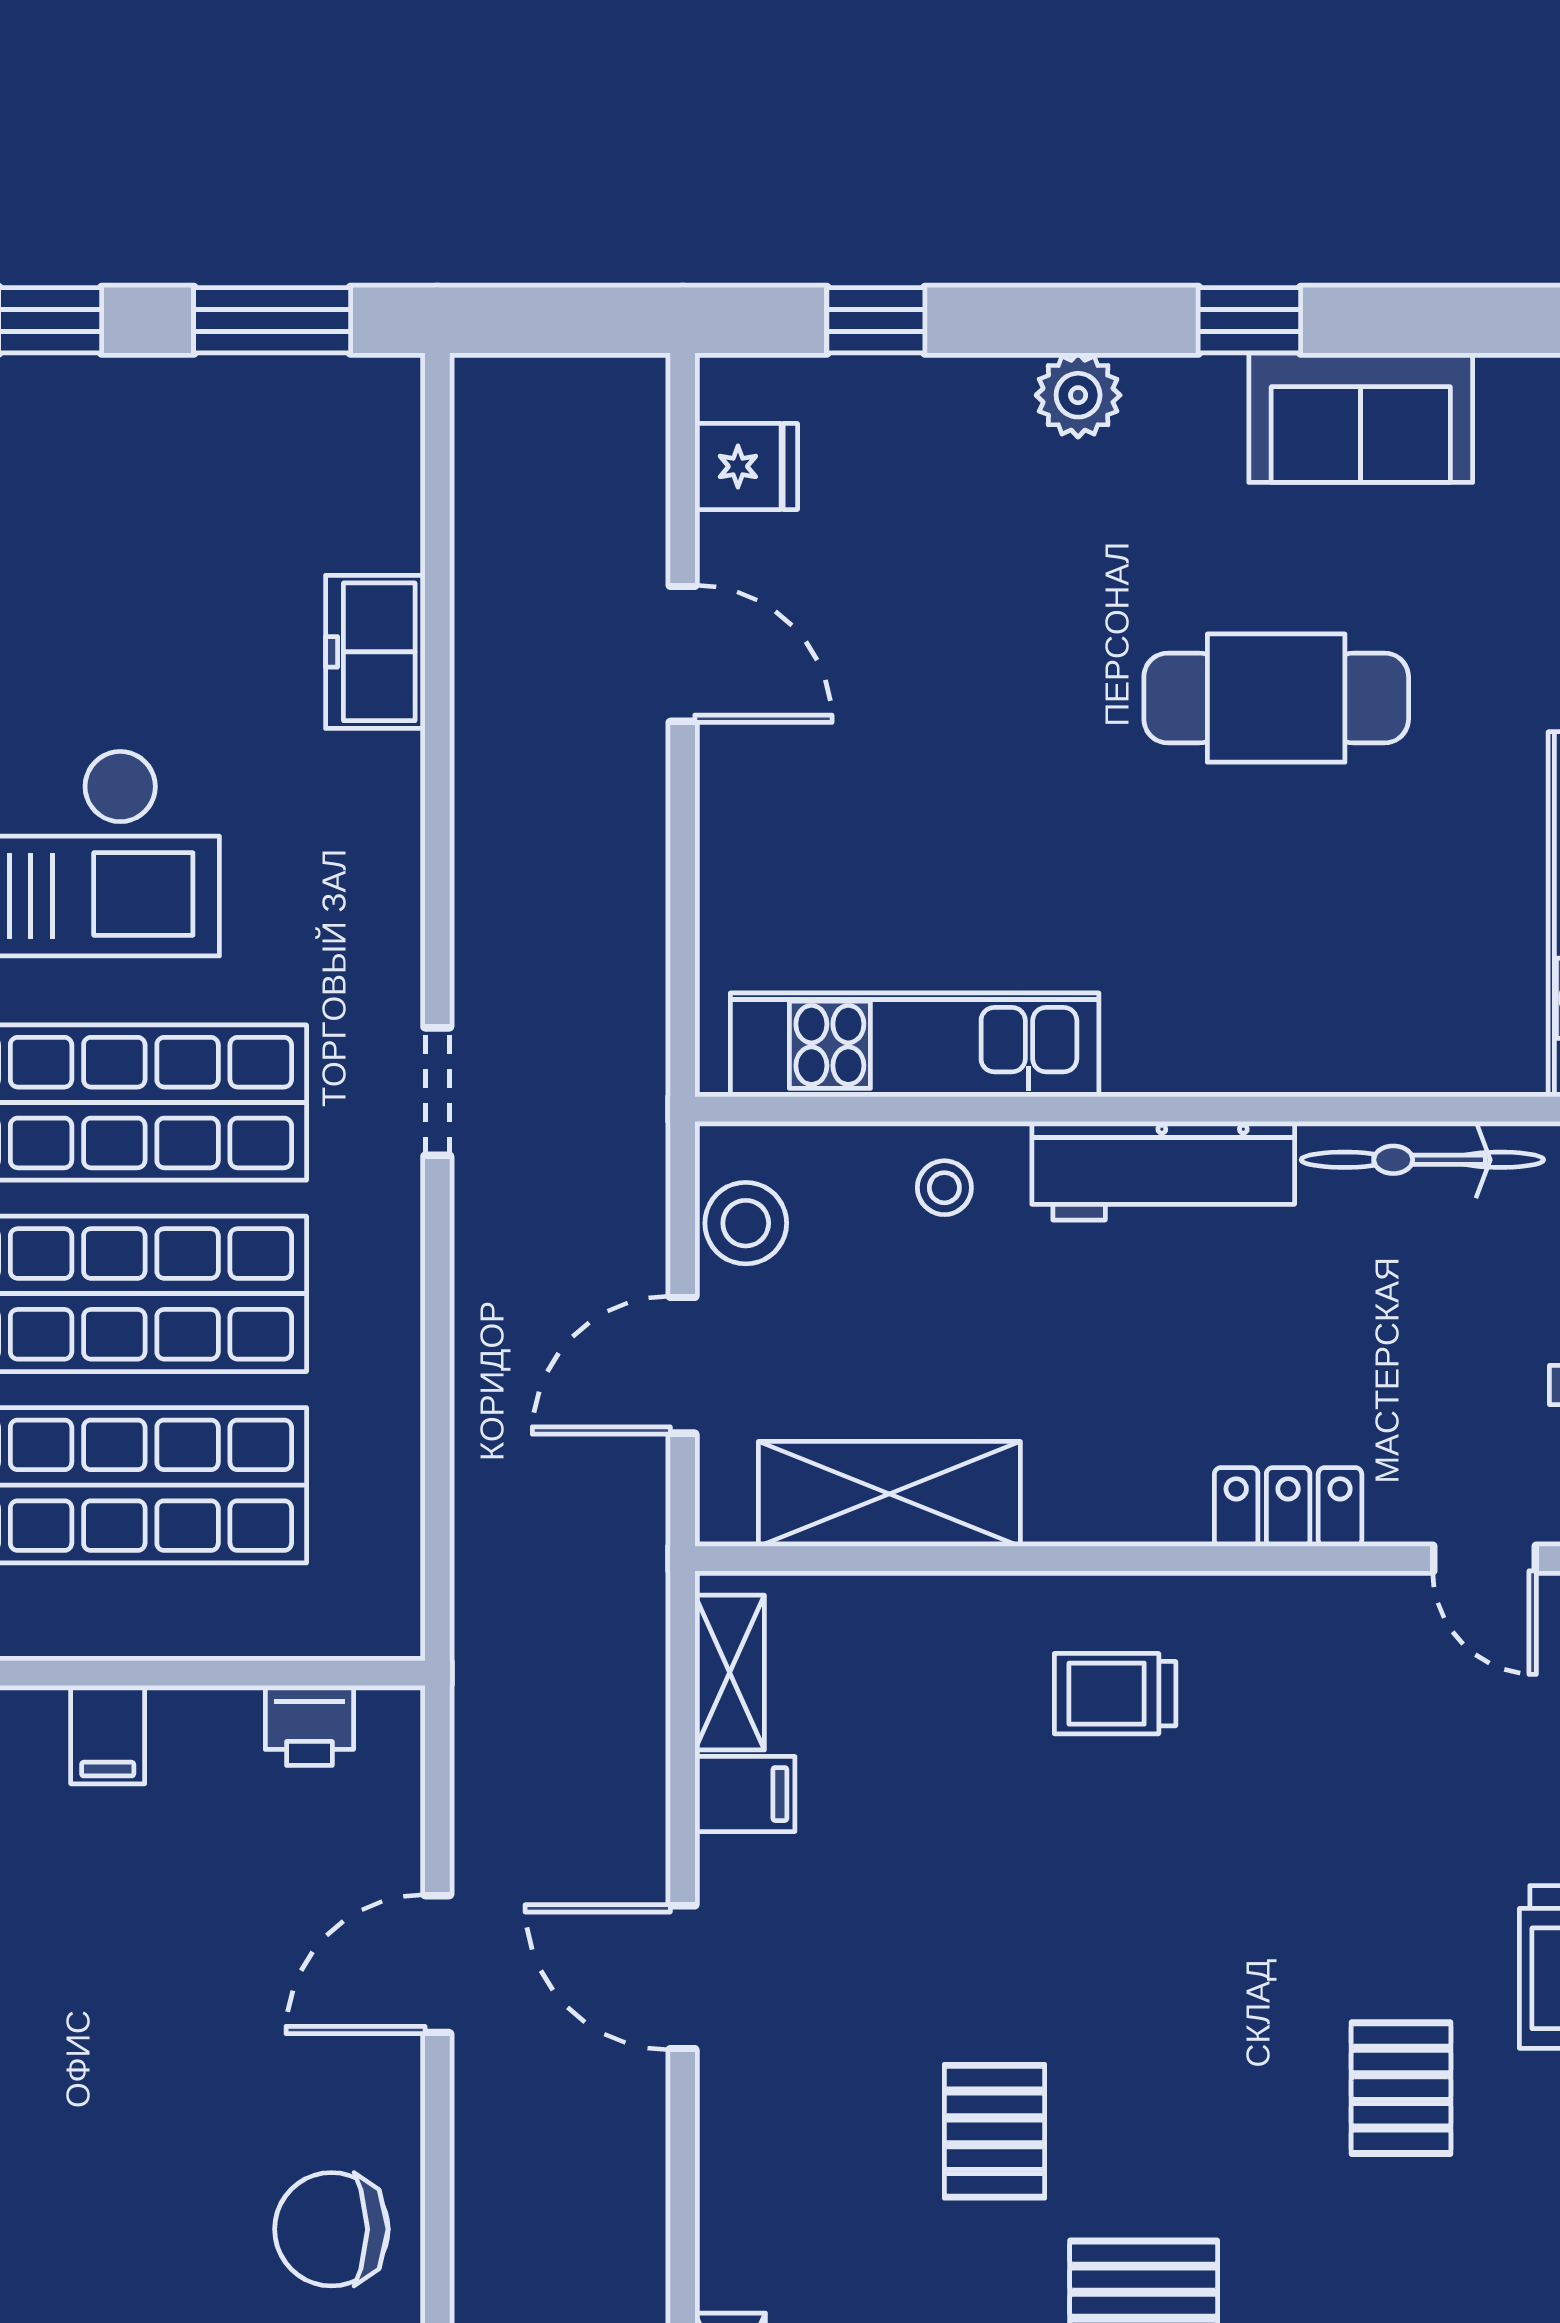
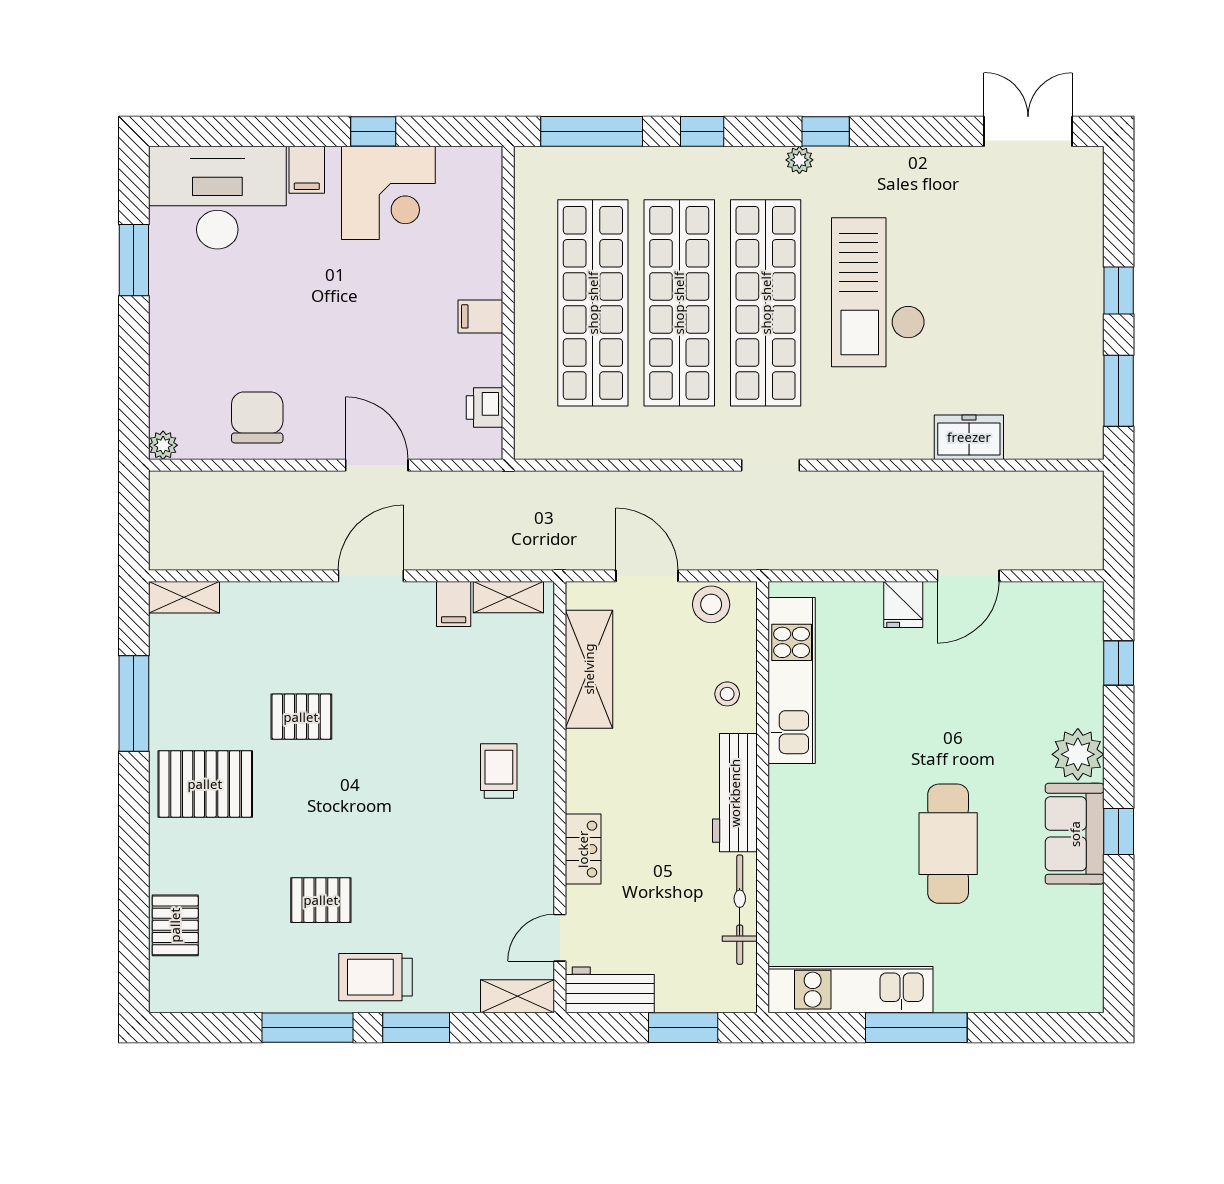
plant: (1078, 395) -> (1078, 754), width x1.36, depth x1.36
sofa: (1361, 418) -> (1075, 834), moved
fridge: (746, 466) -> (903, 605), moved

